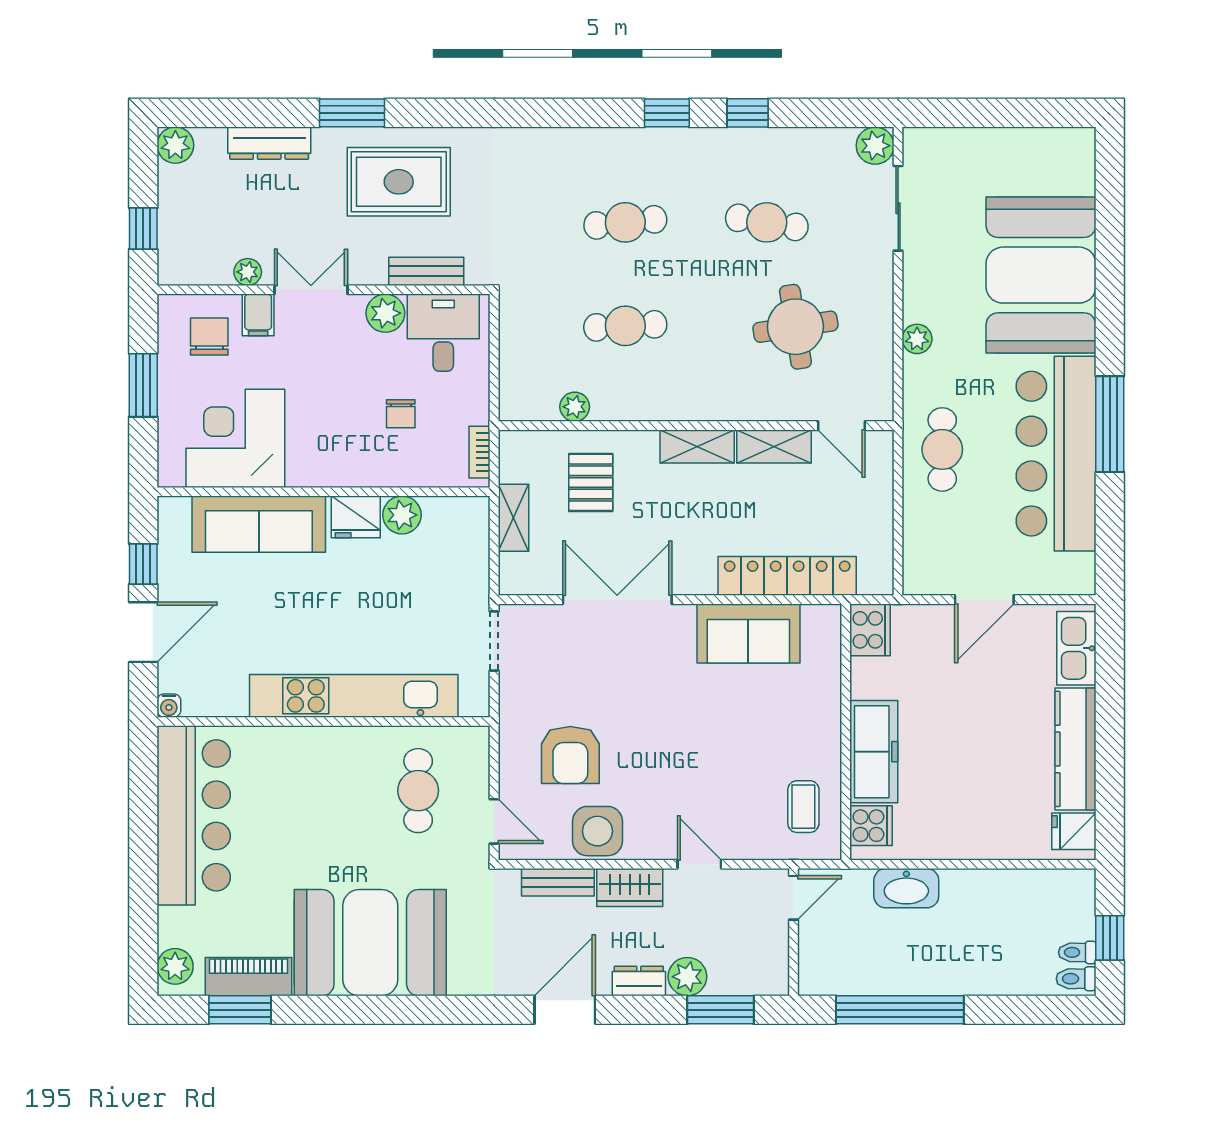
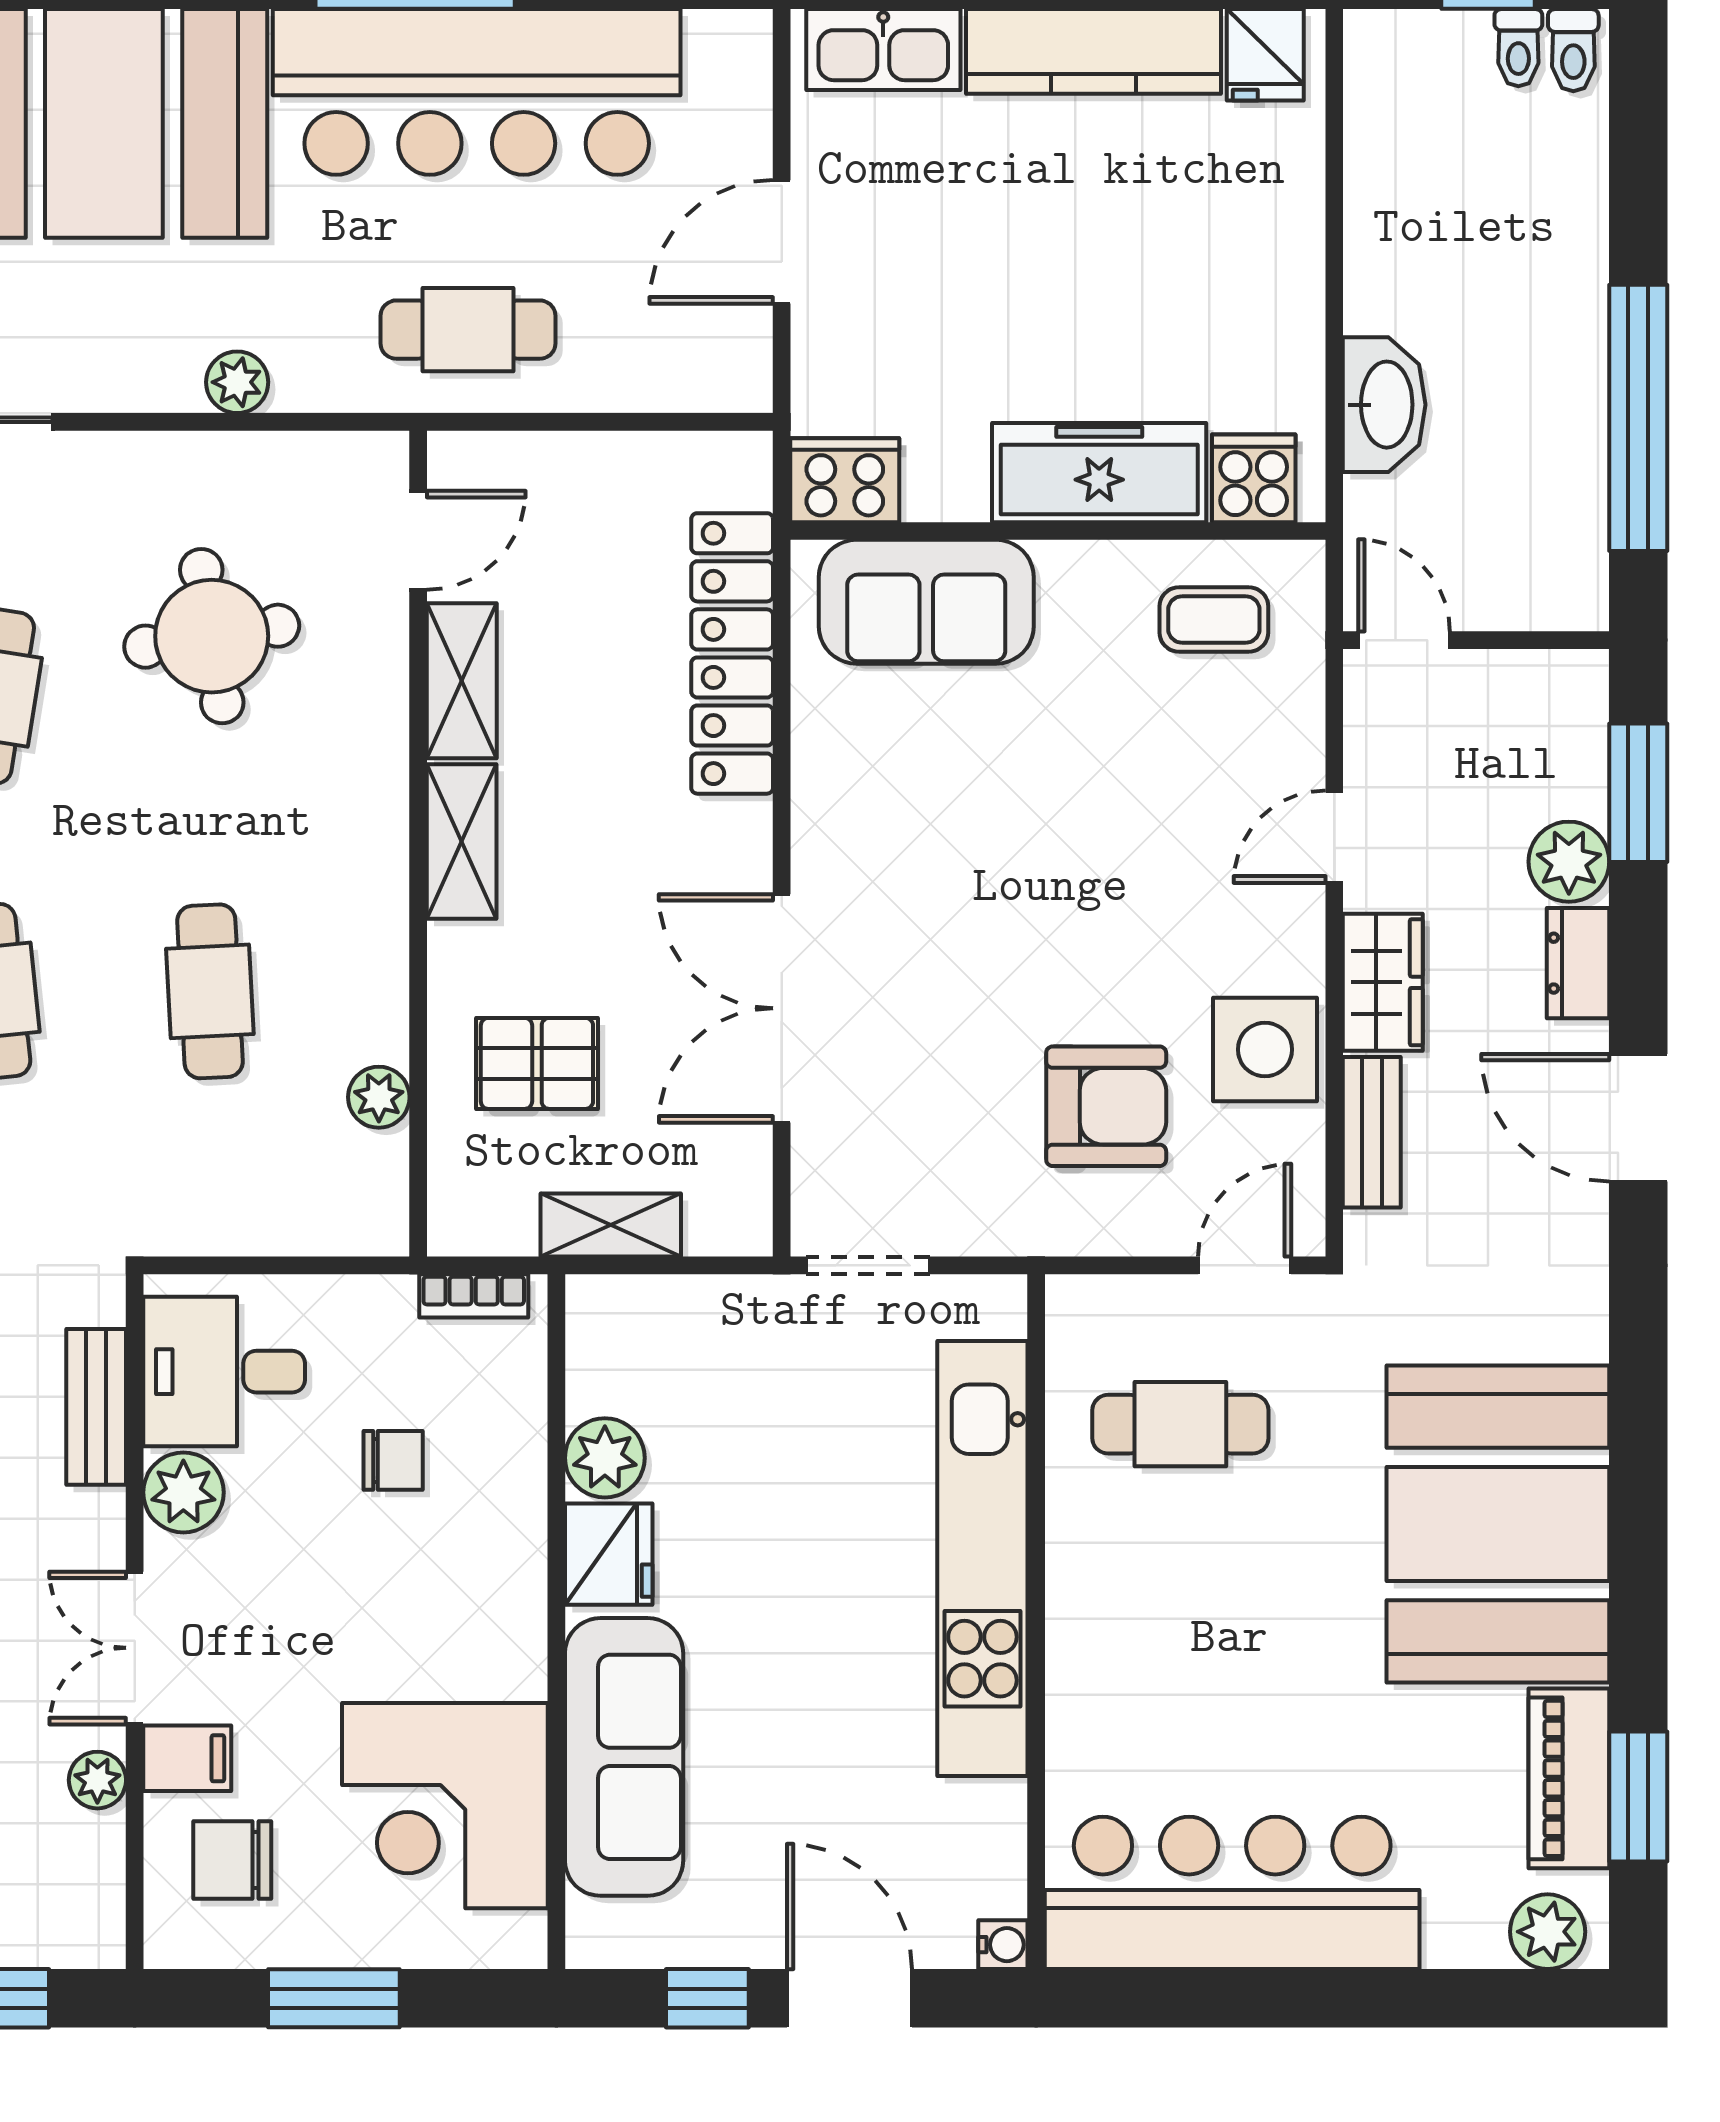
door: (984, 600) -> (782, 242), swing flipped
sofa: (748, 634) -> (926, 602), moved, turned 90

